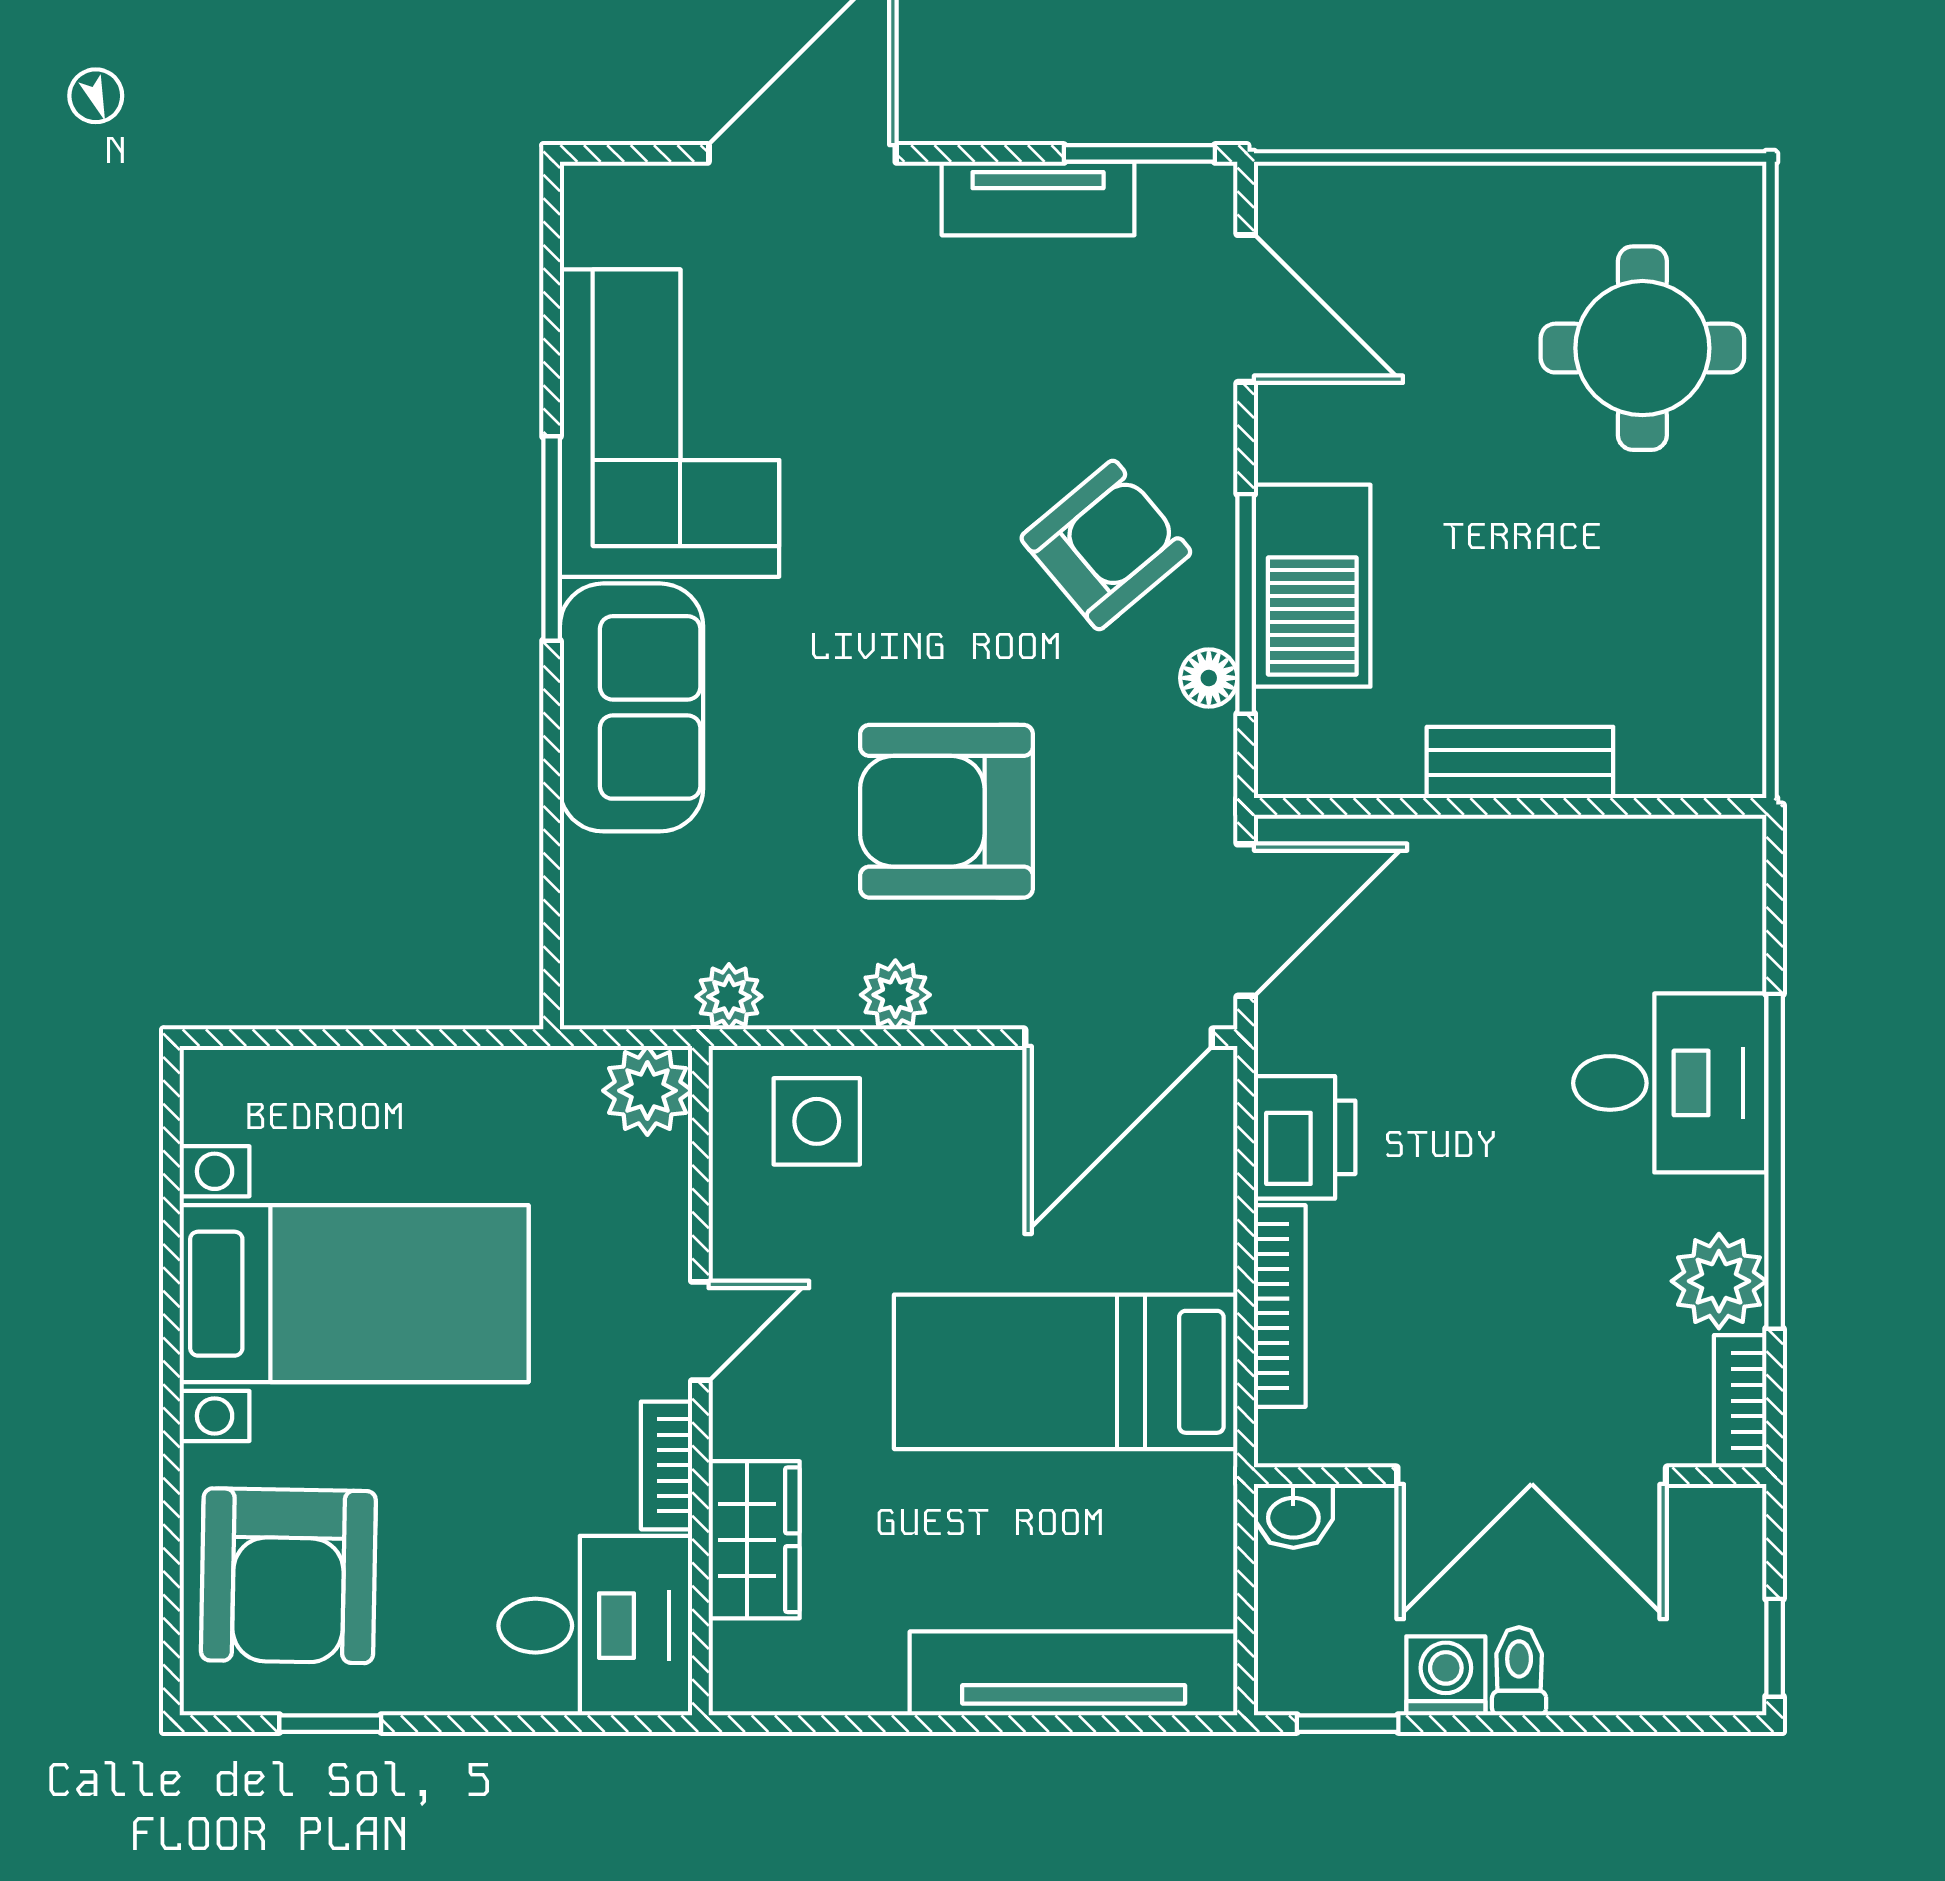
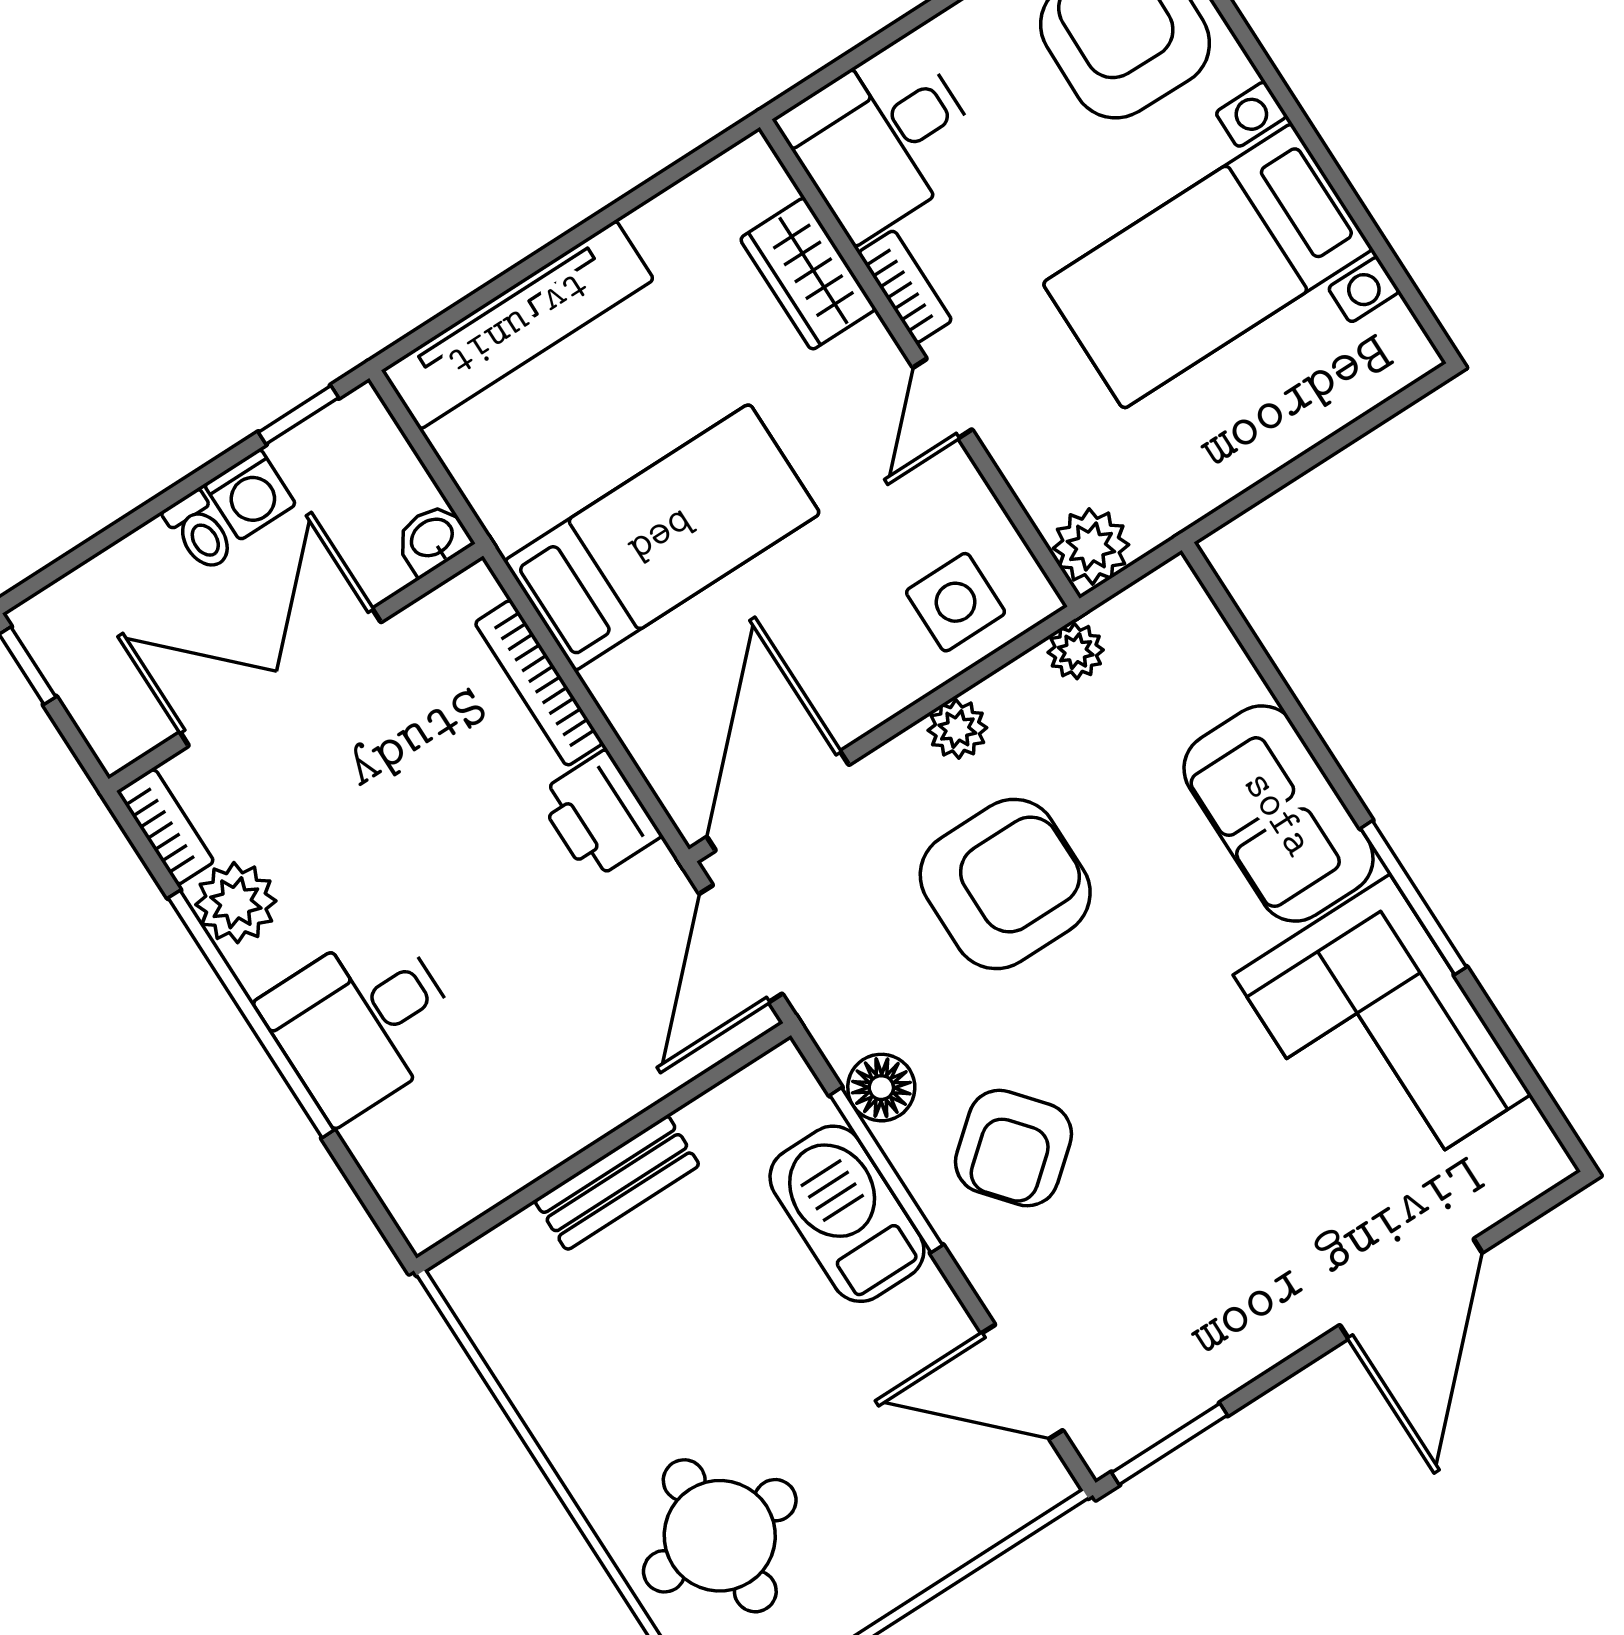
tv unit: (1038, 199) -> (1221, 1365), removed
floor lamp: (1209, 678) -> (881, 1088), width x1.37, depth x1.37

